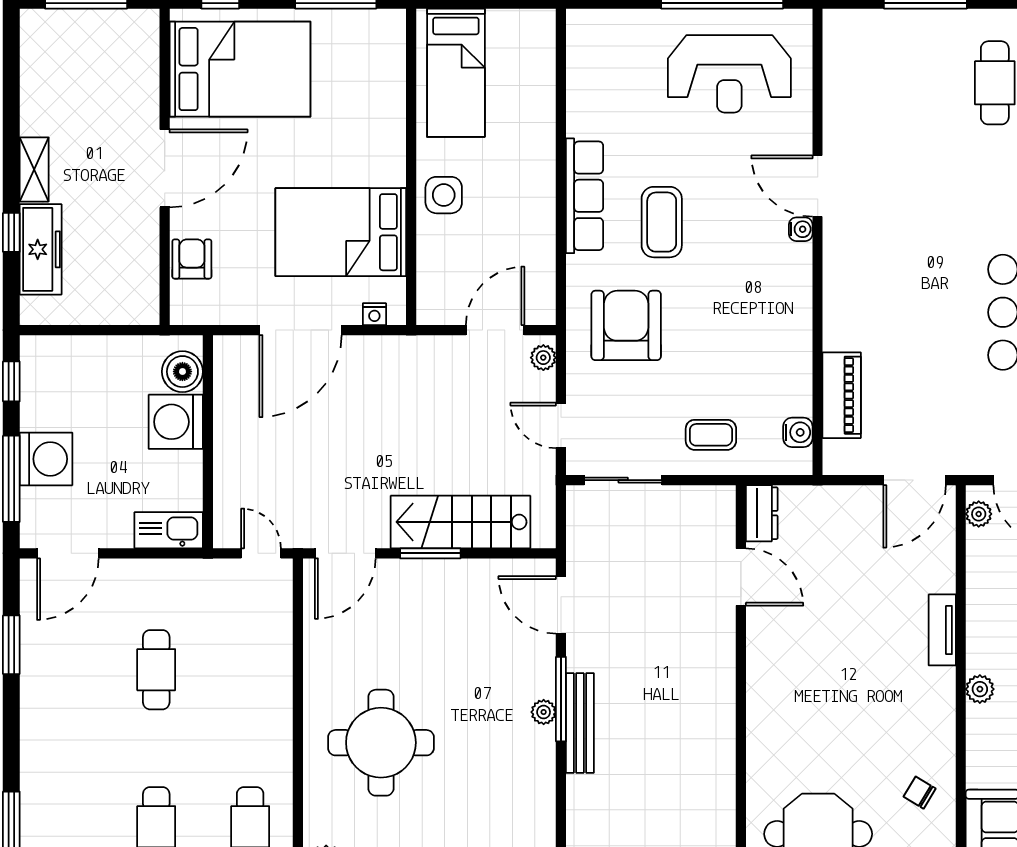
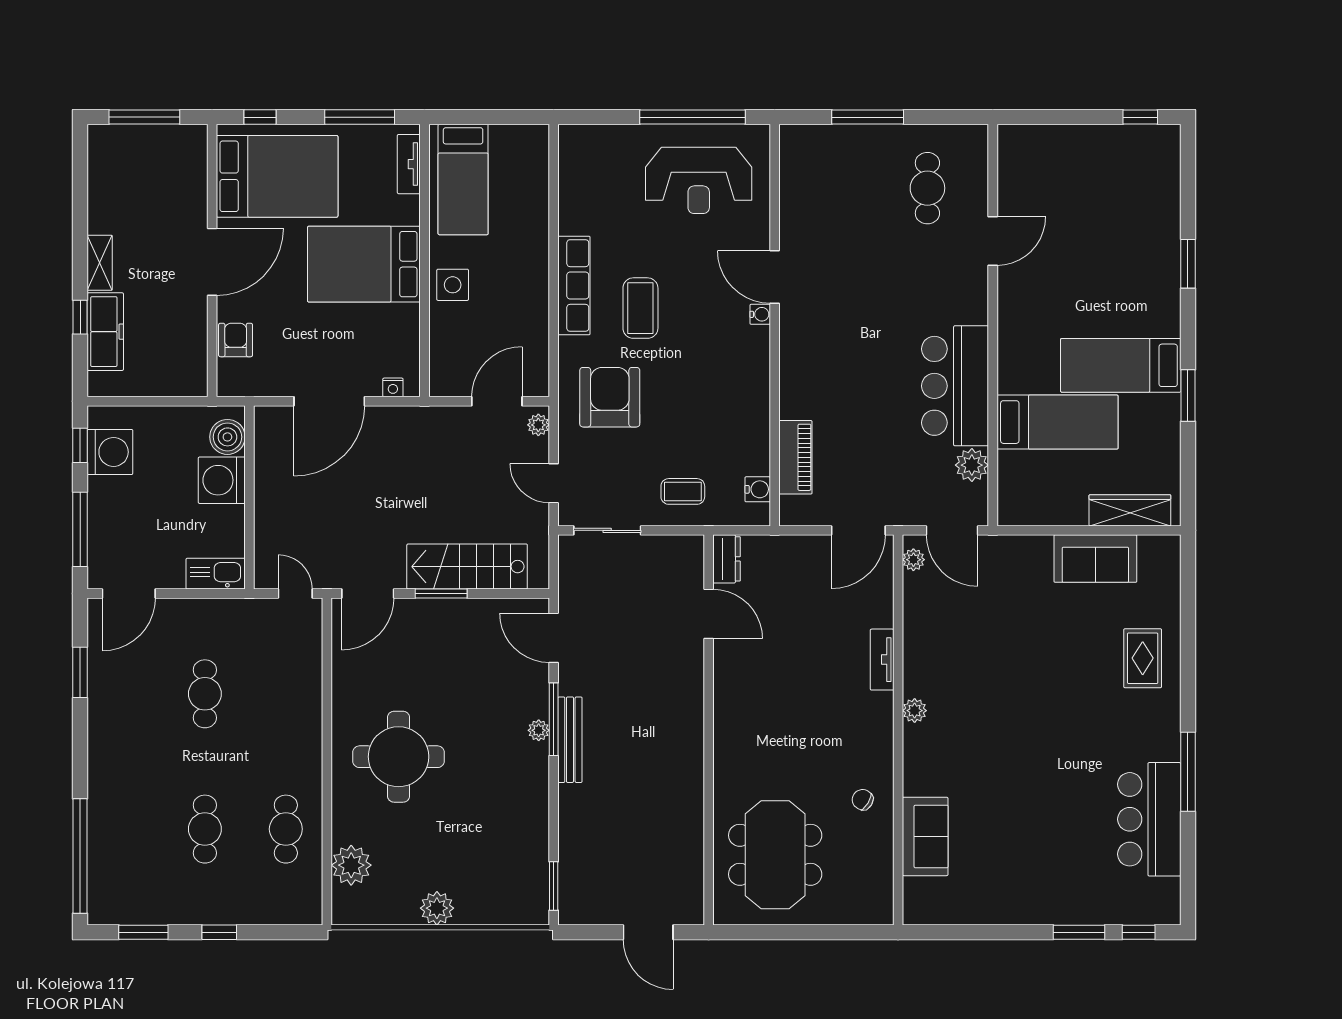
tv unit: (393, 55) -> (409, 164), added
bed: (341, 232) -> (364, 264), moved
washing machine: (46, 459) -> (110, 452), moved

